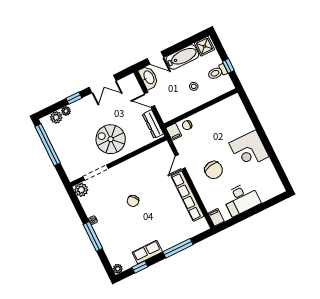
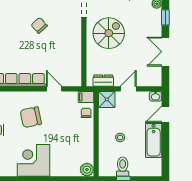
shower: (204, 46) -> (107, 99), moved
washbasin: (149, 77) -> (156, 96), width x0.52, depth x0.69
plant: (235, 101) -> (87, 170), added
dresser: (153, 124) -> (103, 81), width x0.70

